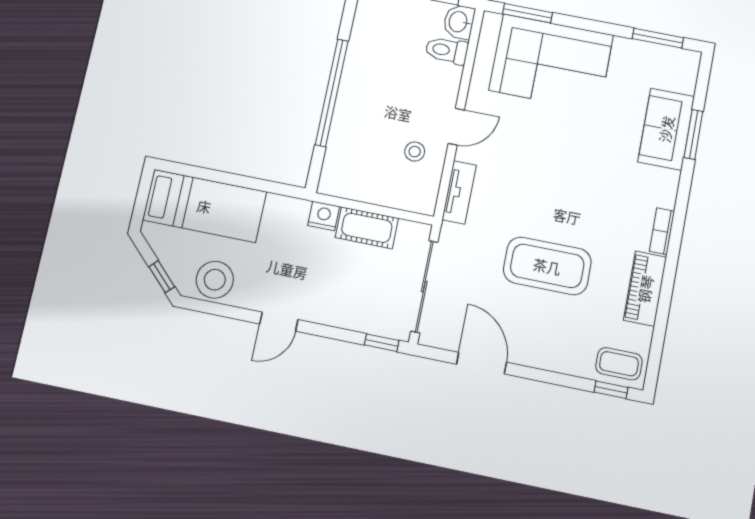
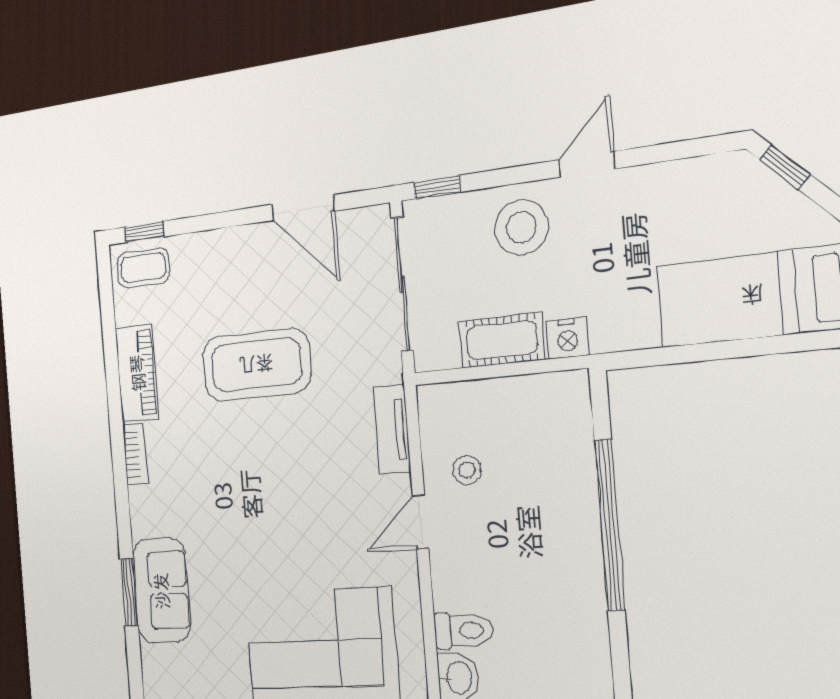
stool: (215, 280) -> (521, 227), moved

